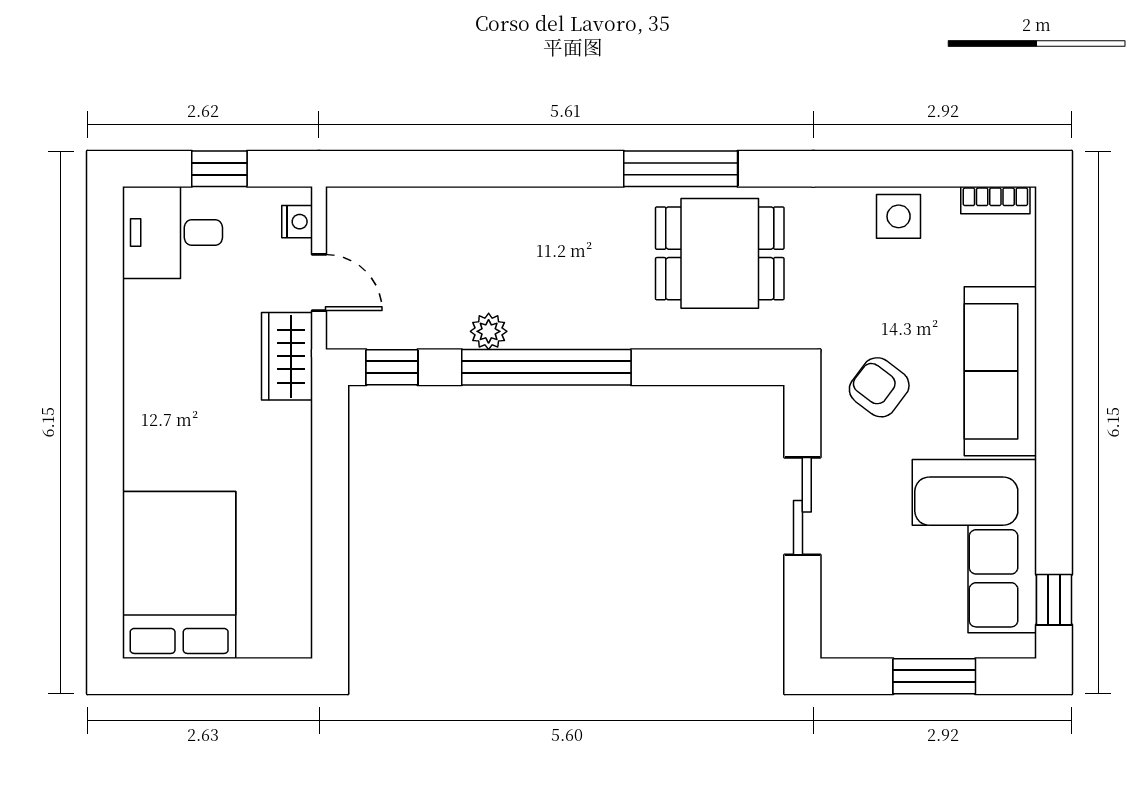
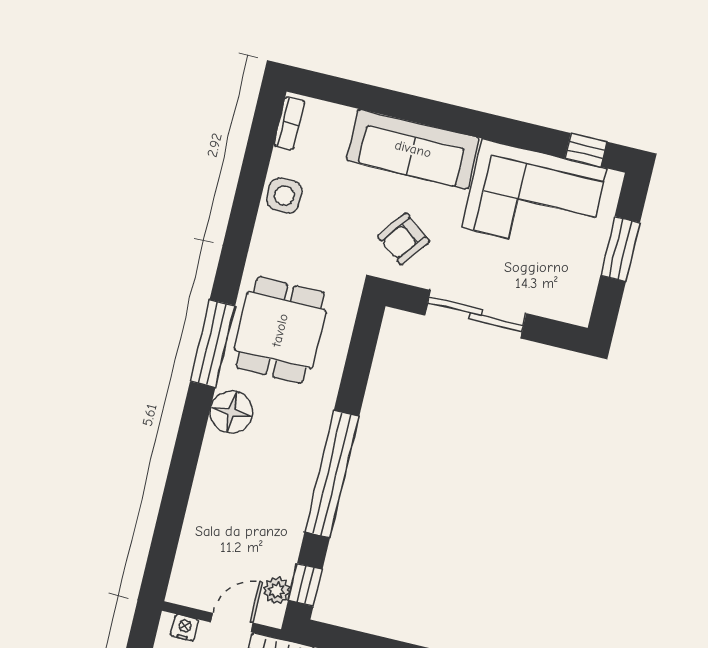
floor lamp: (596, 215) -> (231, 412), added
plant: (489, 331) -> (277, 590), moved
sliding door: (802, 506) -> (476, 314), width x1.37

